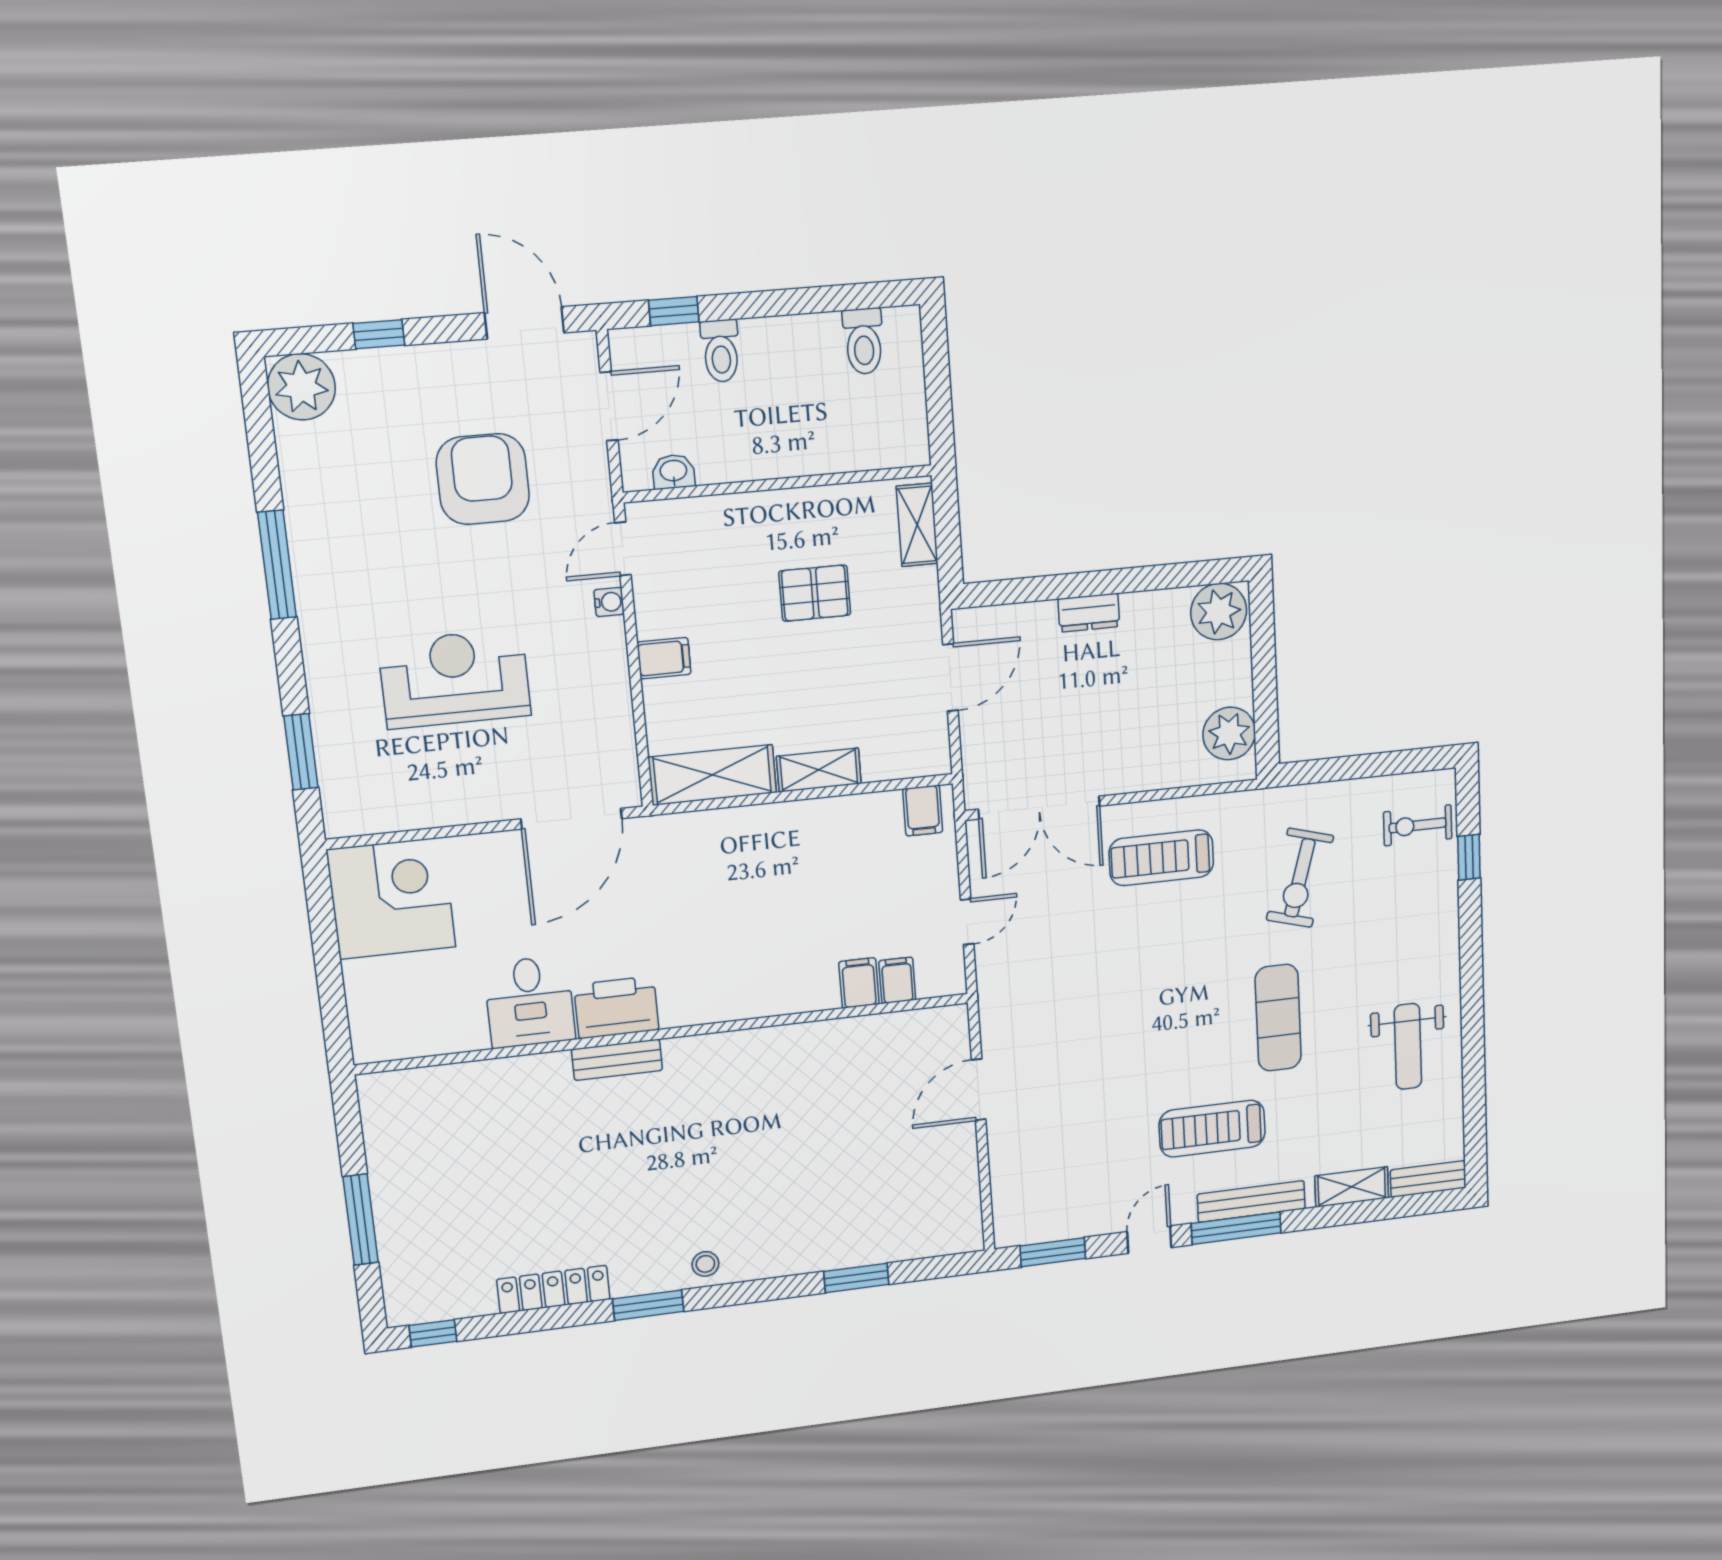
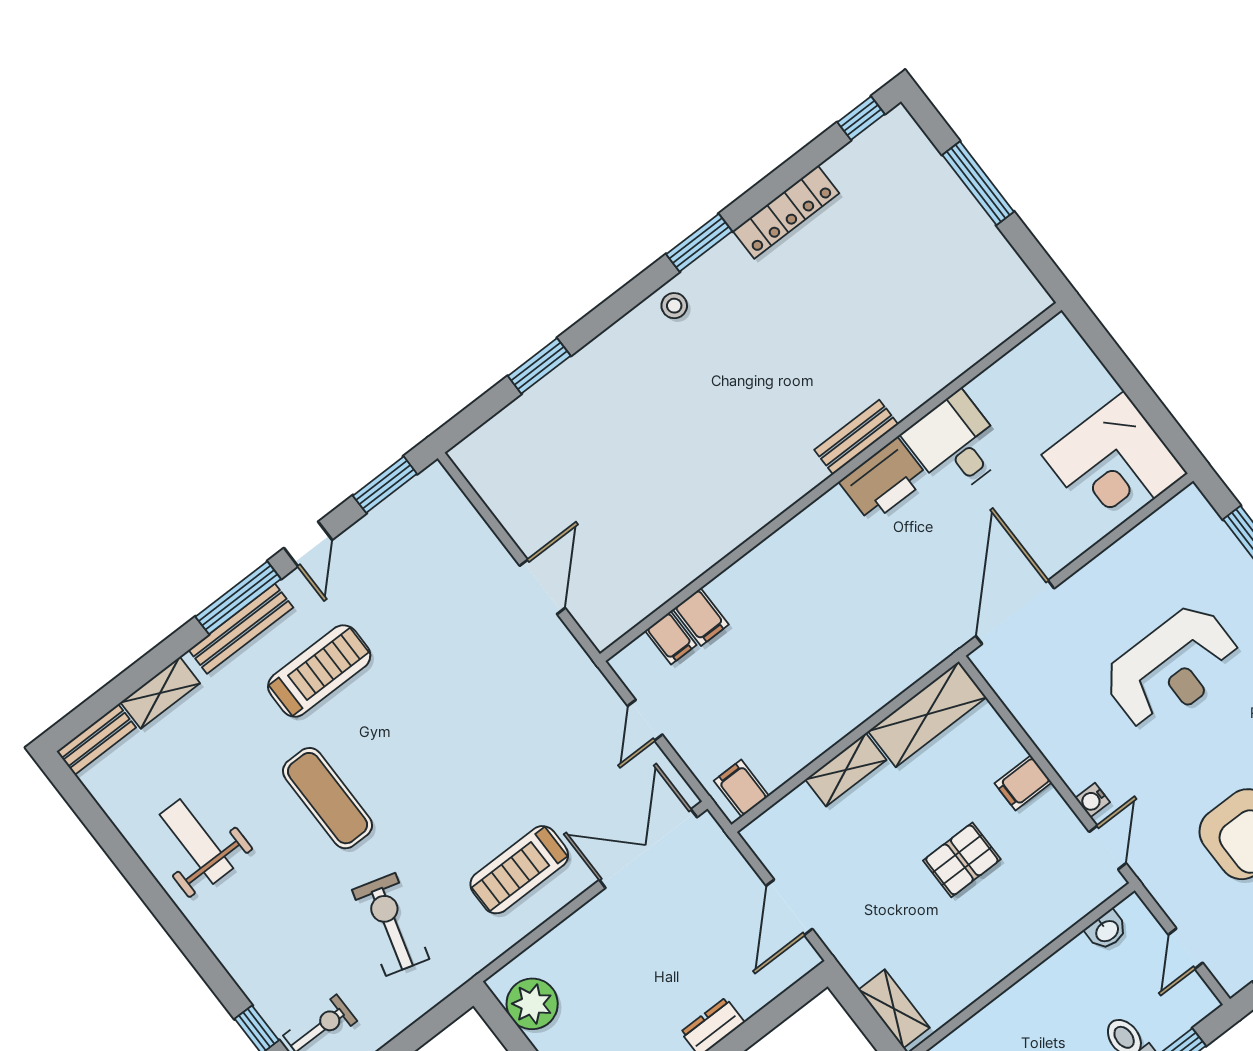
door: (609, 406) -> (1186, 949), width x0.73
pallet: (815, 593) -> (962, 860), moved
treadmill: (1161, 858) -> (519, 870), turned 180

